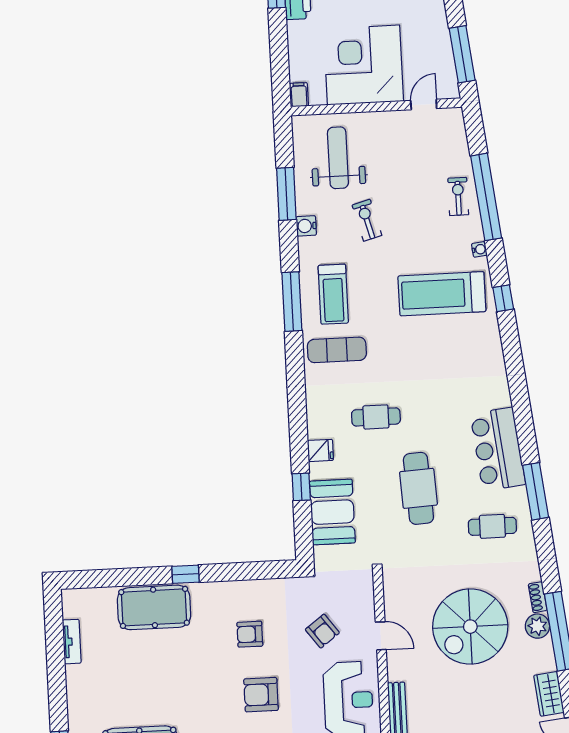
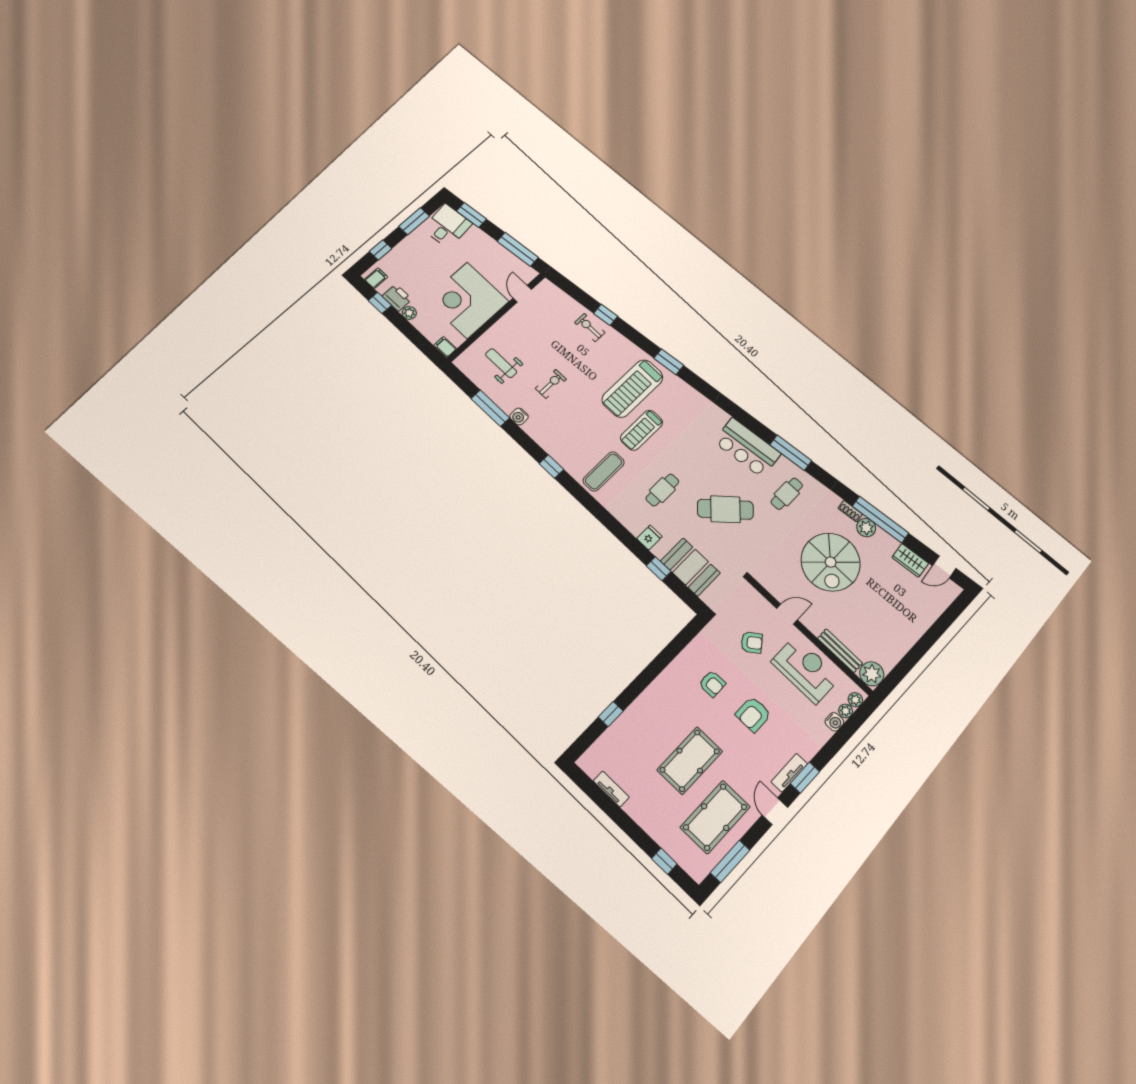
plant: (296, 30) -> (409, 313), added
weight bench: (338, 158) -> (501, 363), width x0.73, depth x0.75
window: (486, 197) -> (606, 315), width x0.32
exercise bike: (367, 220) -> (551, 384), turned 105
water cooler: (479, 249) -> (630, 346), removed
treadmill: (333, 294) -> (642, 430), moved, turned 90
window: (503, 298) -> (669, 362), width x1.50
window: (292, 302) -> (551, 466), width x0.46
cafe table: (418, 488) -> (725, 509), turned -40
window: (185, 574) -> (611, 714), moved
pool table: (154, 607) -> (690, 761), moved
armchair: (250, 634) -> (712, 684), turned -91

